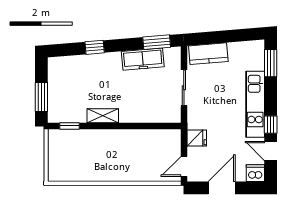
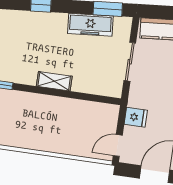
shelving: (103, 116) -> (54, 81), moved

